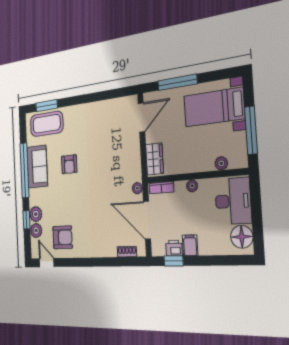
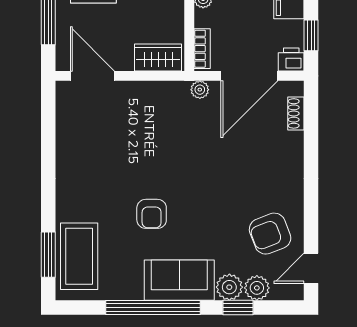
armchair: (69, 164) -> (152, 214), turned 90
sofa: (37, 167) -> (179, 280), moved
armchair: (63, 237) -> (270, 234), turned -111
printer: (174, 248) -> (291, 59), moved, turned 90

